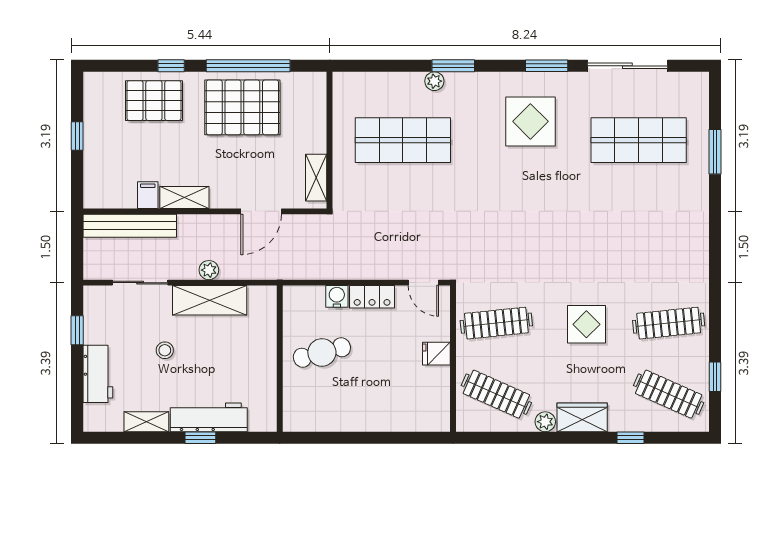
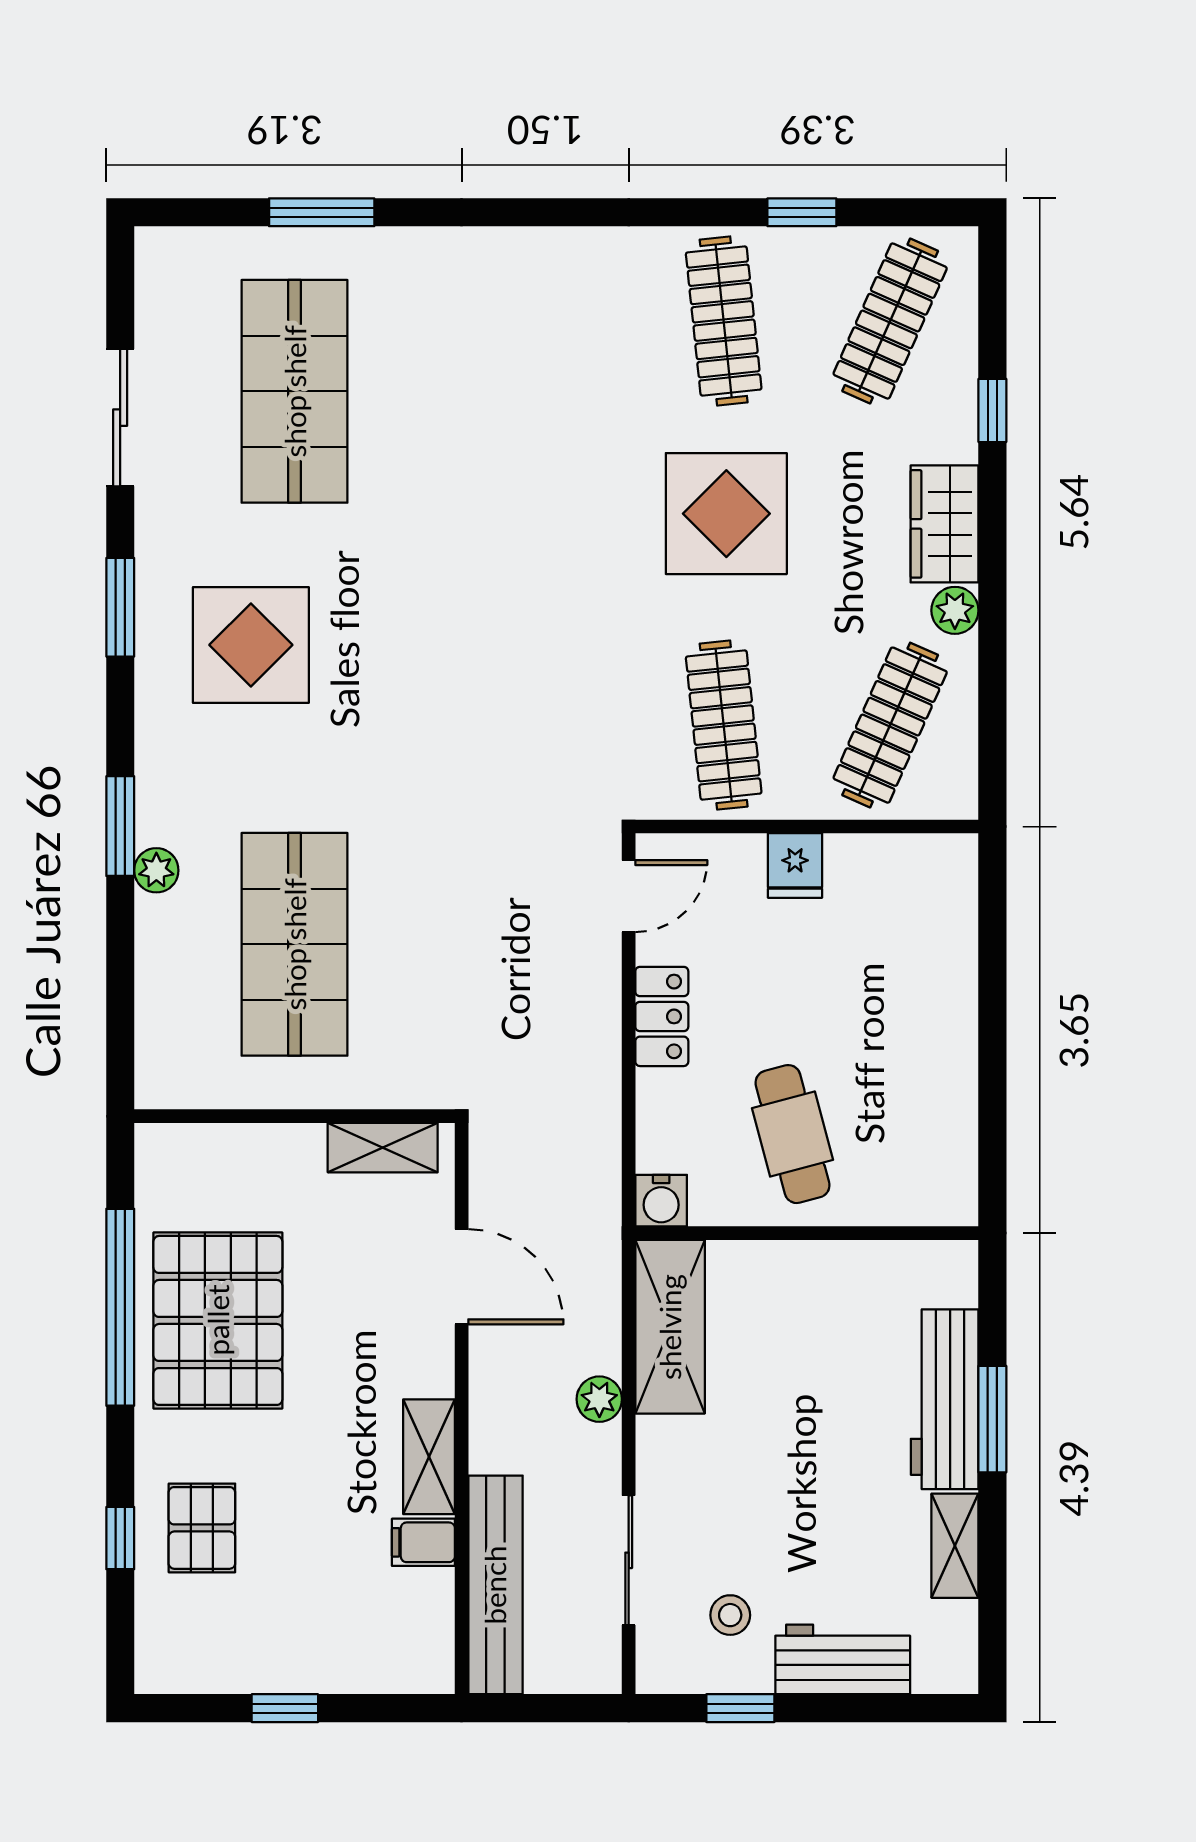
window: (171, 66) -> (120, 1538), moved
sliding door: (627, 66) -> (120, 418), width x0.73
pallet: (154, 101) -> (202, 1528), width x0.67, depth x0.71
water cooler: (337, 296) -> (661, 1201), moved, turned -90
shelving: (210, 300) -> (670, 1327), moved
display table: (586, 324) -> (726, 514), width x1.36, depth x1.36
stool: (165, 350) -> (730, 1615), moved
window: (715, 377) -> (802, 212), moved
window: (200, 438) -> (992, 1419), width x1.50

